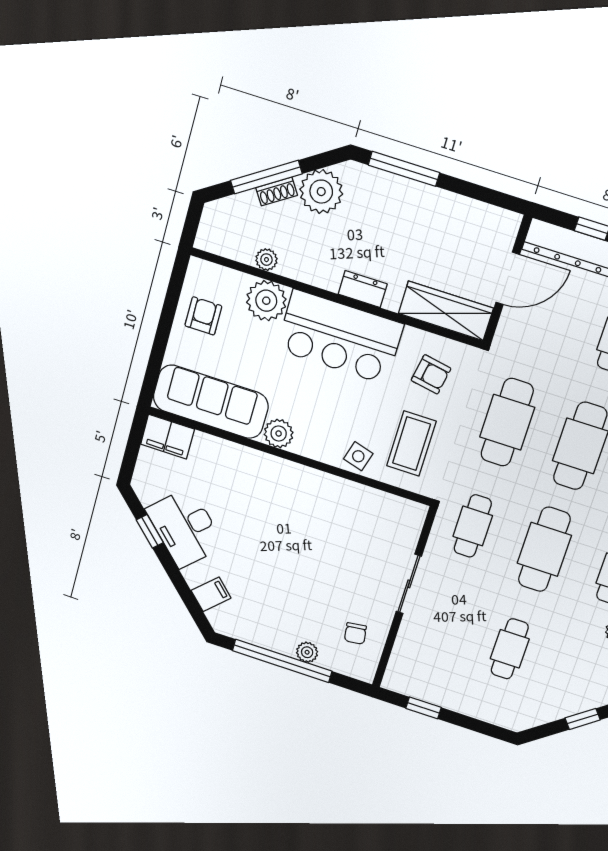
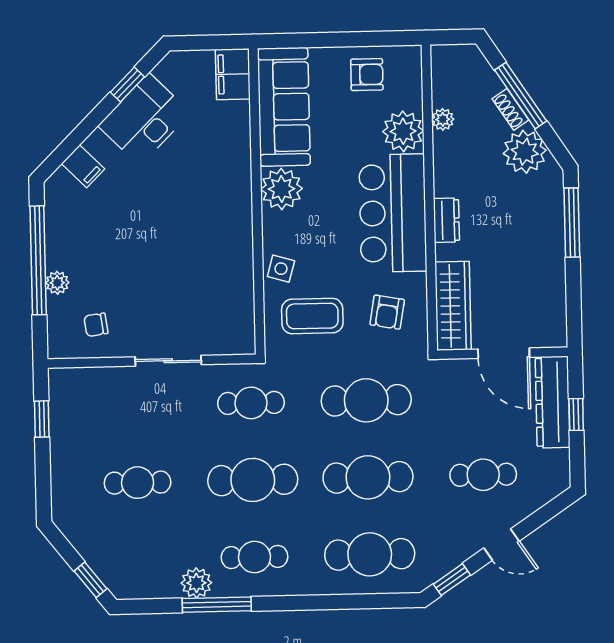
plant: (279, 433) -> (281, 189), width x1.36, depth x1.36

